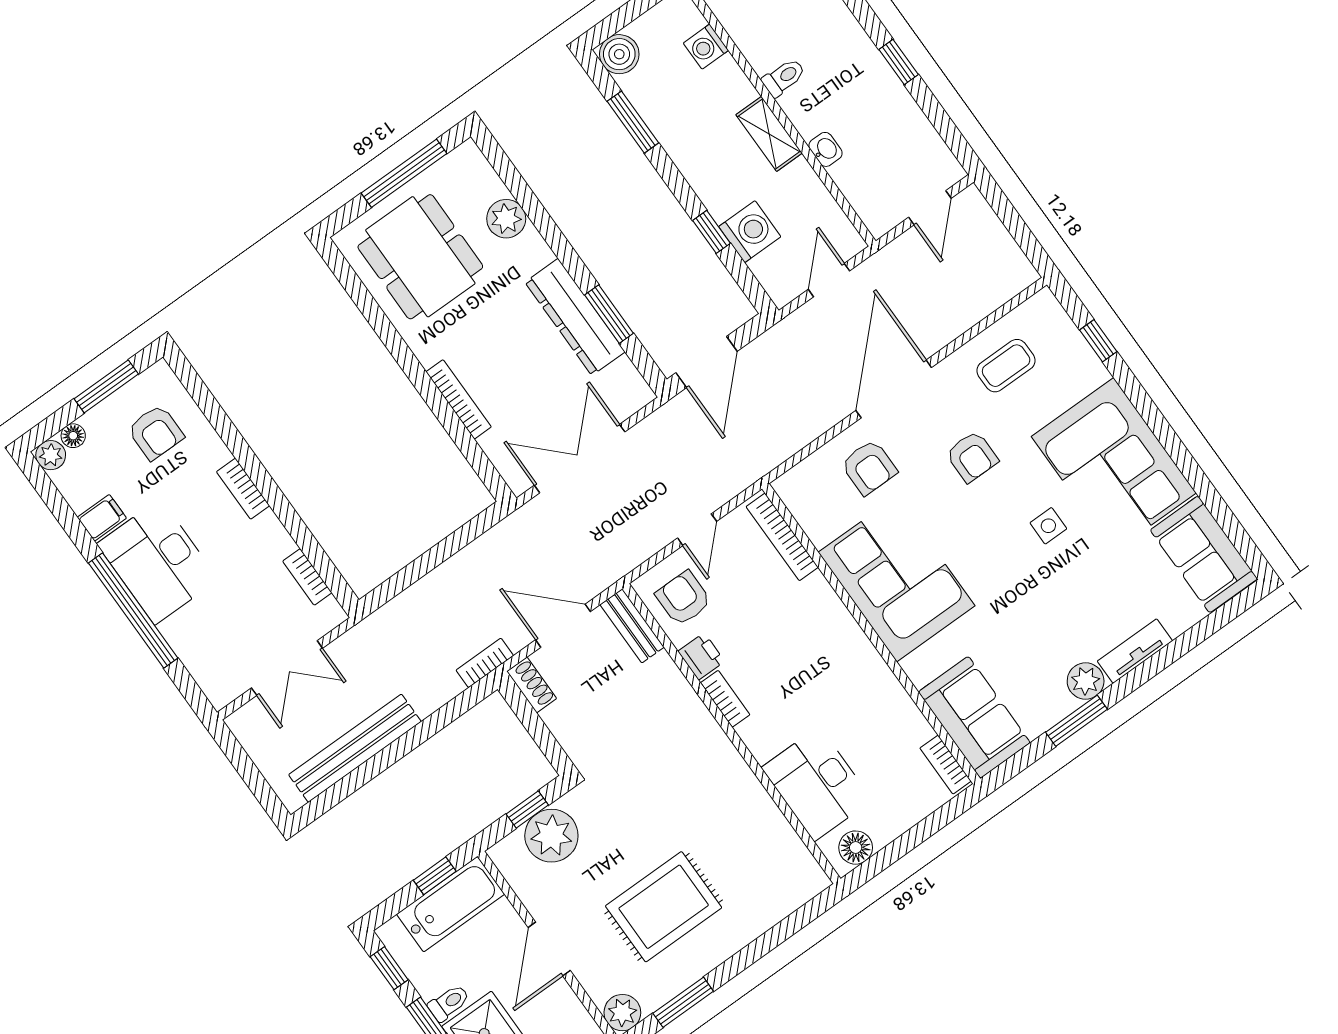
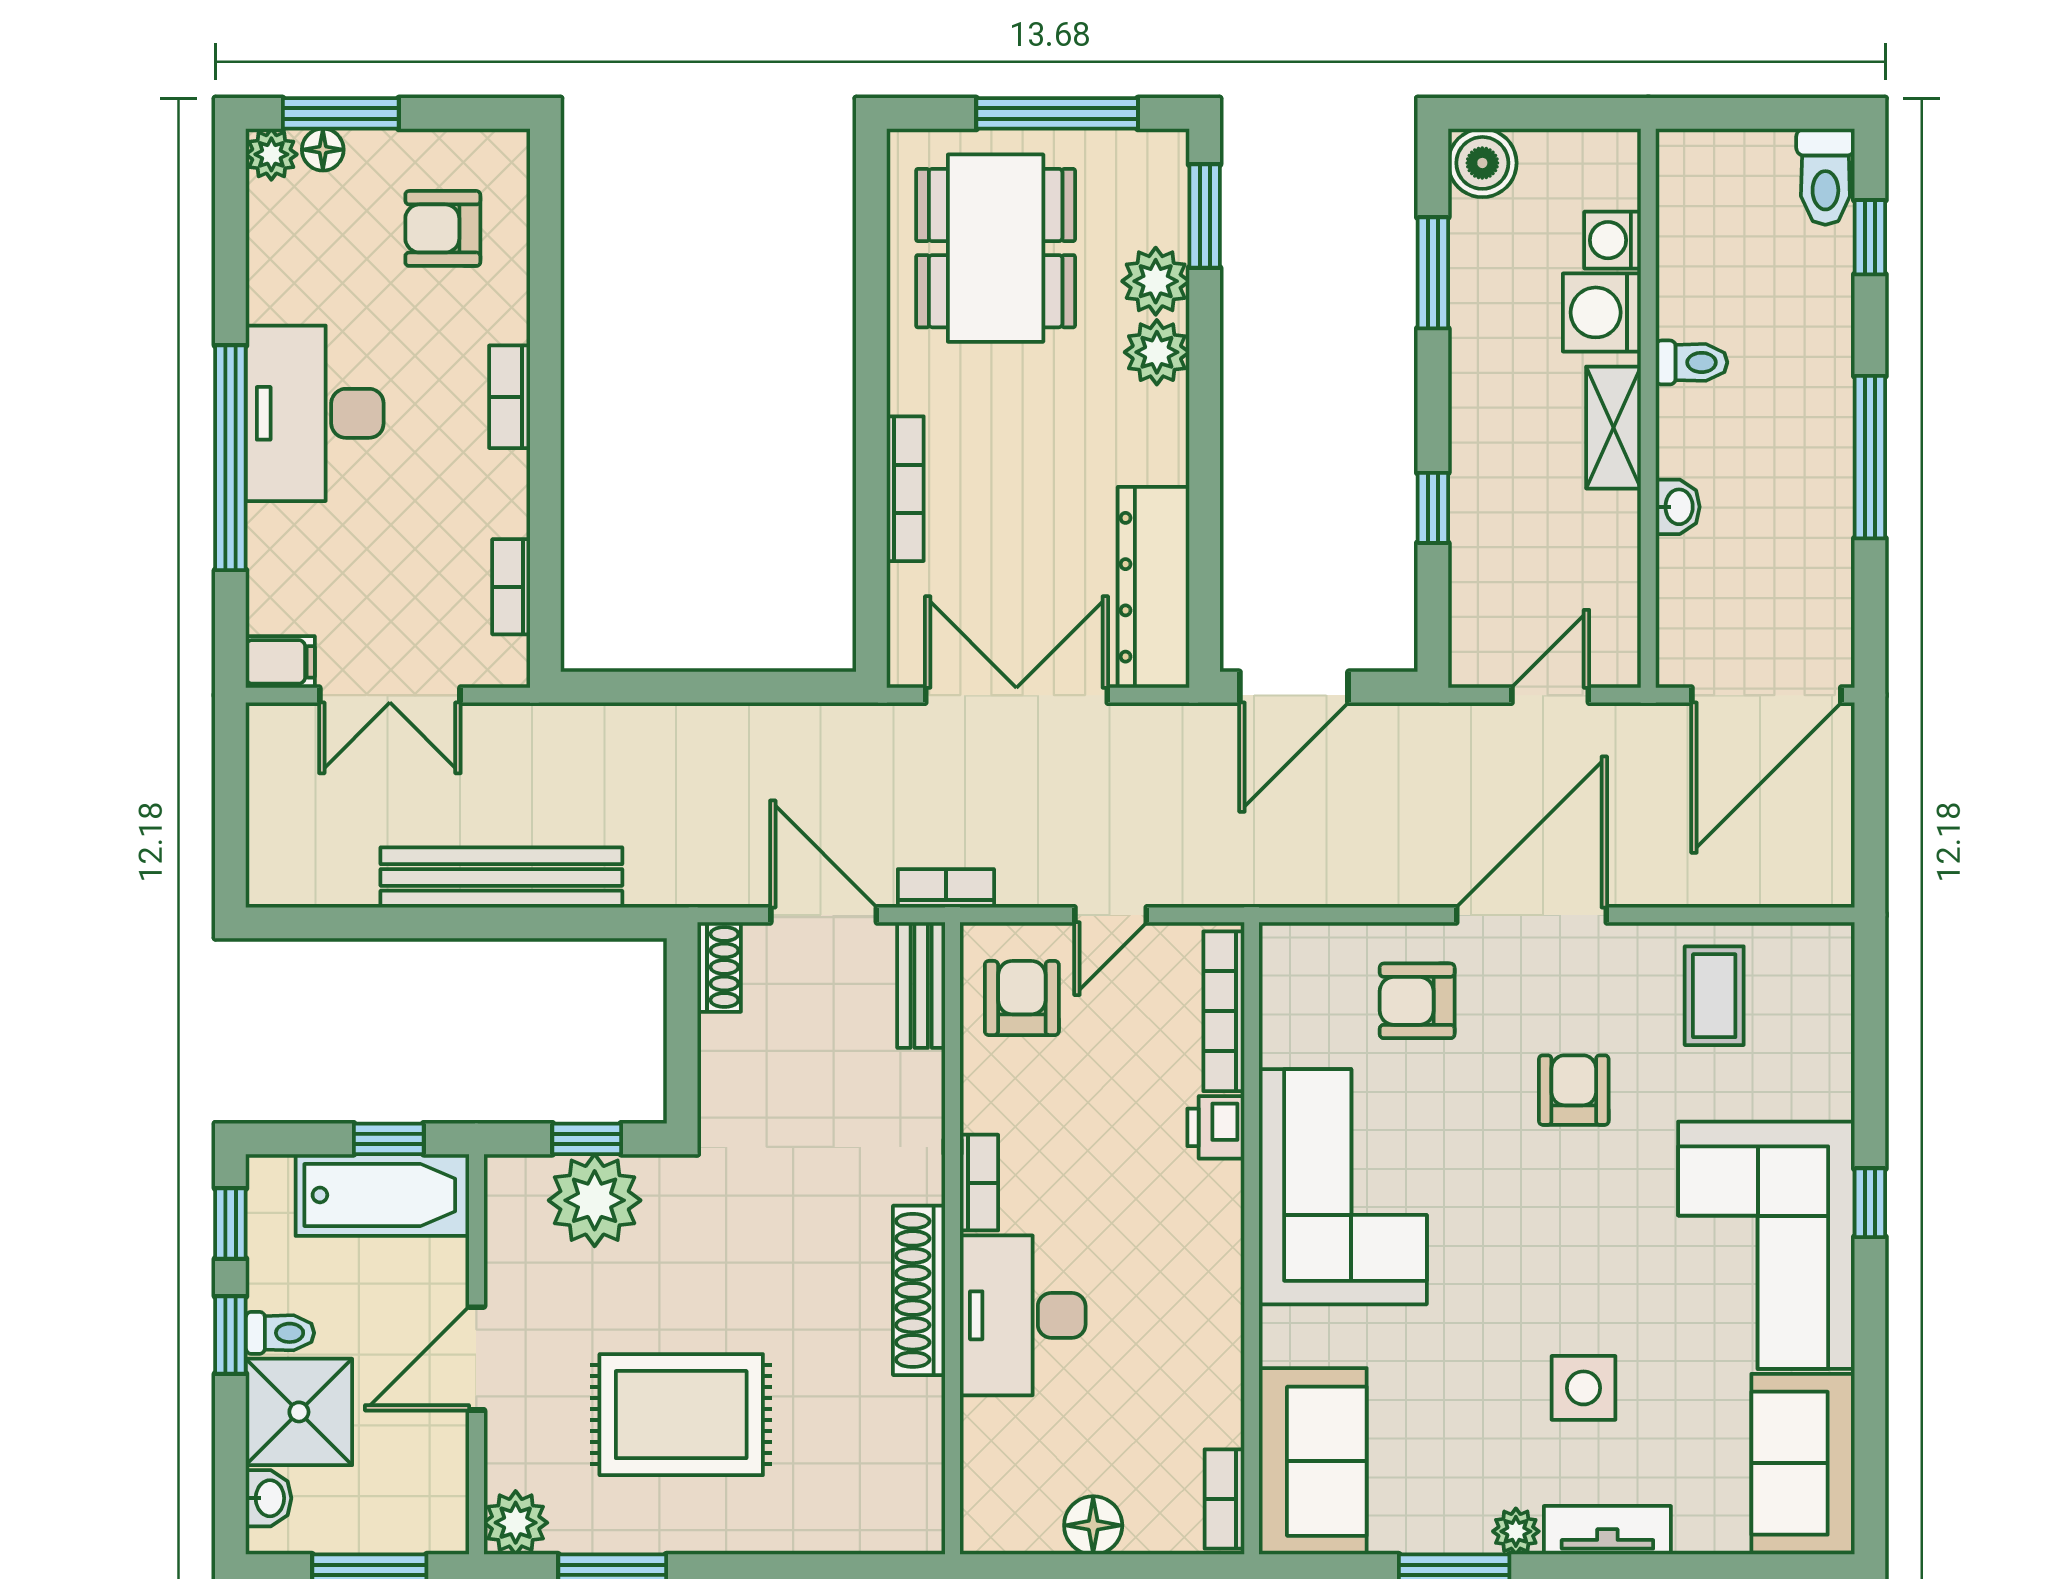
window: (899, 62) -> (1870, 457), width x2.17
door: (930, 208) -> (1766, 695), width x1.87
washing machine: (750, 232) -> (1602, 312), moved, turned 180
plant: (531, 251) -> (1157, 352), added
window: (609, 314) -> (1205, 216), moved
dresser: (575, 317) -> (1153, 587), moved
window: (1098, 341) -> (1870, 1203), moved
coffee table: (1006, 366) -> (1714, 996), turned 90
window: (106, 386) -> (341, 113), moved
armchair: (156, 432) -> (443, 228), turned 90
armchair: (972, 457) -> (1574, 1090), turned 180
armchair: (869, 467) -> (1417, 1001), turned 90
filing cabinet: (102, 518) -> (280, 662), moved
side table: (1048, 526) -> (1583, 1388), moved, width x1.37, depth x1.37
printer: (701, 656) -> (1216, 1127), moved, turned 180
bookcase: (485, 663) -> (946, 888), moved
plant: (1086, 681) -> (1516, 1531), width x0.73, depth x0.73
bench: (355, 748) -> (501, 877), moved
shoe rack: (733, 769) -> (919, 1290), added
desk: (817, 784) -> (1023, 1315), moved
floor lamp: (856, 848) -> (1093, 1525), moved

